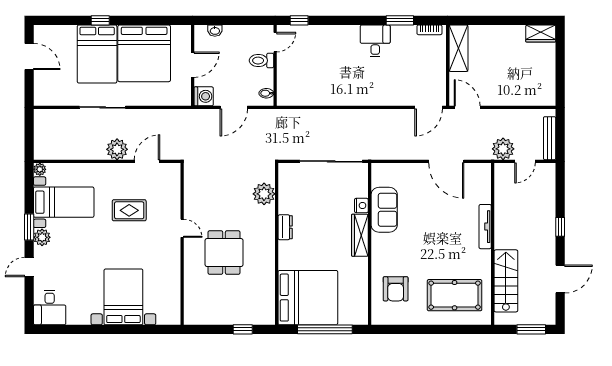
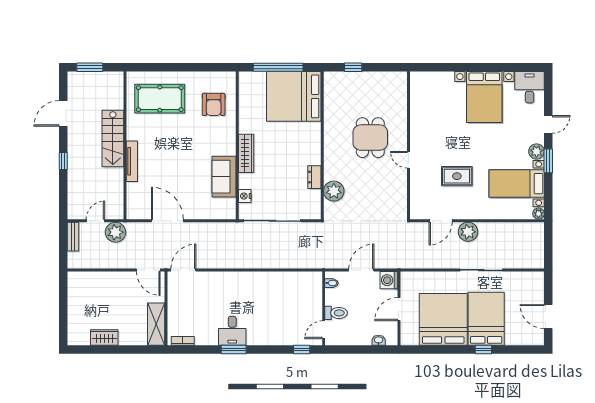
window: (400, 20) -> (234, 350), moved
wardrobe: (541, 34) -> (104, 338), moved
bench: (550, 138) -> (73, 237), width x0.73
nightstand: (361, 205) -> (245, 196), moved
dresser: (285, 227) -> (314, 177), moved
stairs: (506, 281) -> (113, 138), moved
armchair: (396, 289) -> (214, 104), turned 180
bed with nightstands: (123, 297) -> (484, 97), moved

